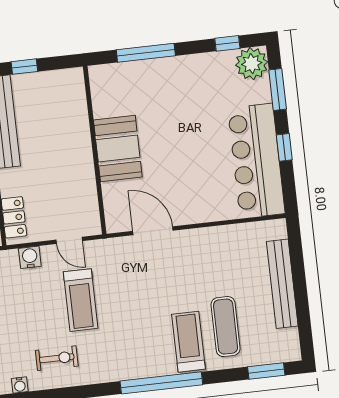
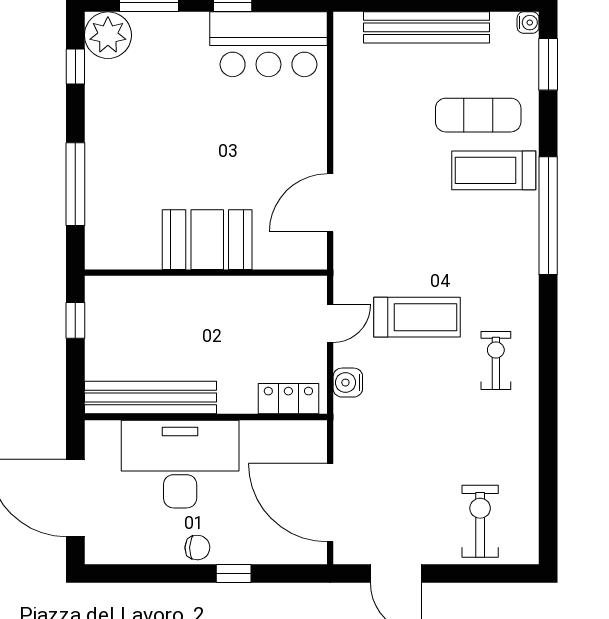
window: (24, 67) -> (75, 320), moved
bar counter: (256, 161) -> (268, 44), width x0.73
water cooler: (20, 385) -> (528, 23), moved

